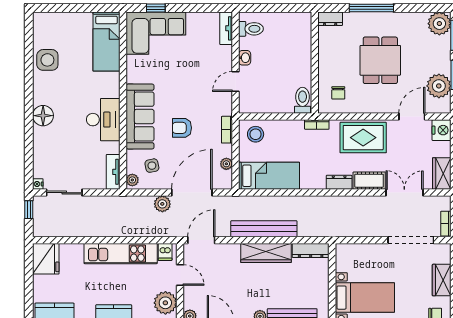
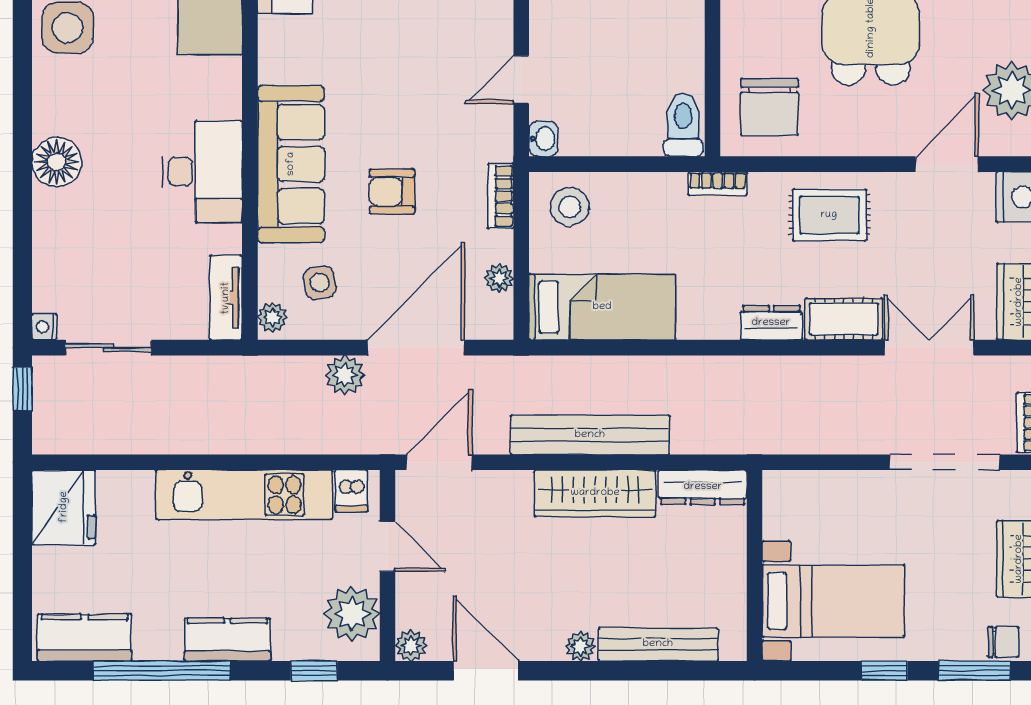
washbasin: (245, 58) -> (543, 139), moved
chair: (338, 93) -> (769, 107), width x1.87, depth x1.87
rug: (363, 138) -> (829, 215), width x0.73, depth x0.70

